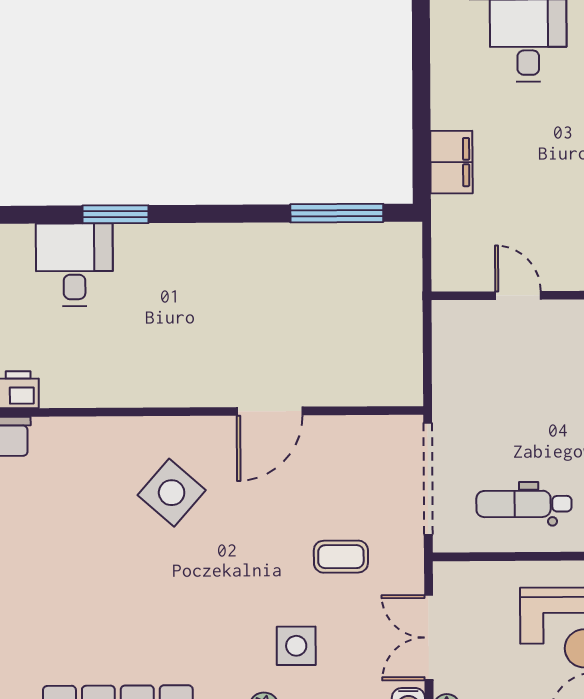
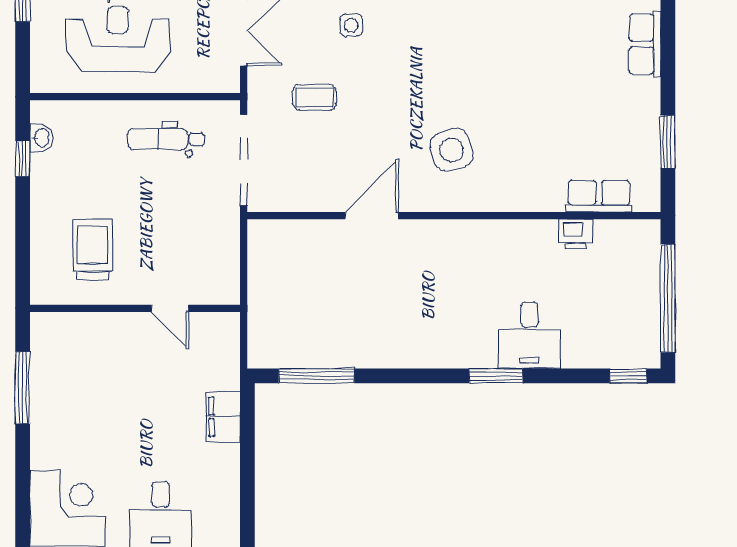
side table: (172, 493) -> (452, 150), turned 33
dental chair: (524, 504) -> (166, 139), turned 180
side table: (296, 646) -> (351, 25), width x0.73, depth x0.73

